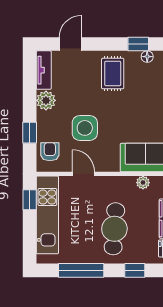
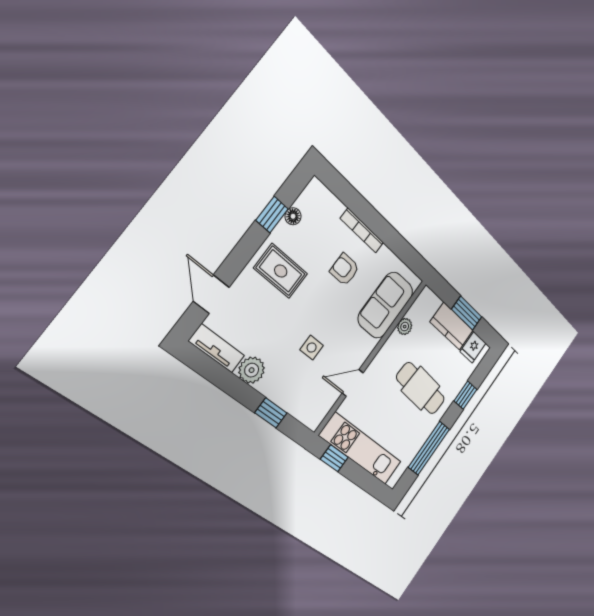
side table: (85, 128) -> (312, 348), width x0.54, depth x0.54
armchair: (50, 152) -> (345, 270), moved

